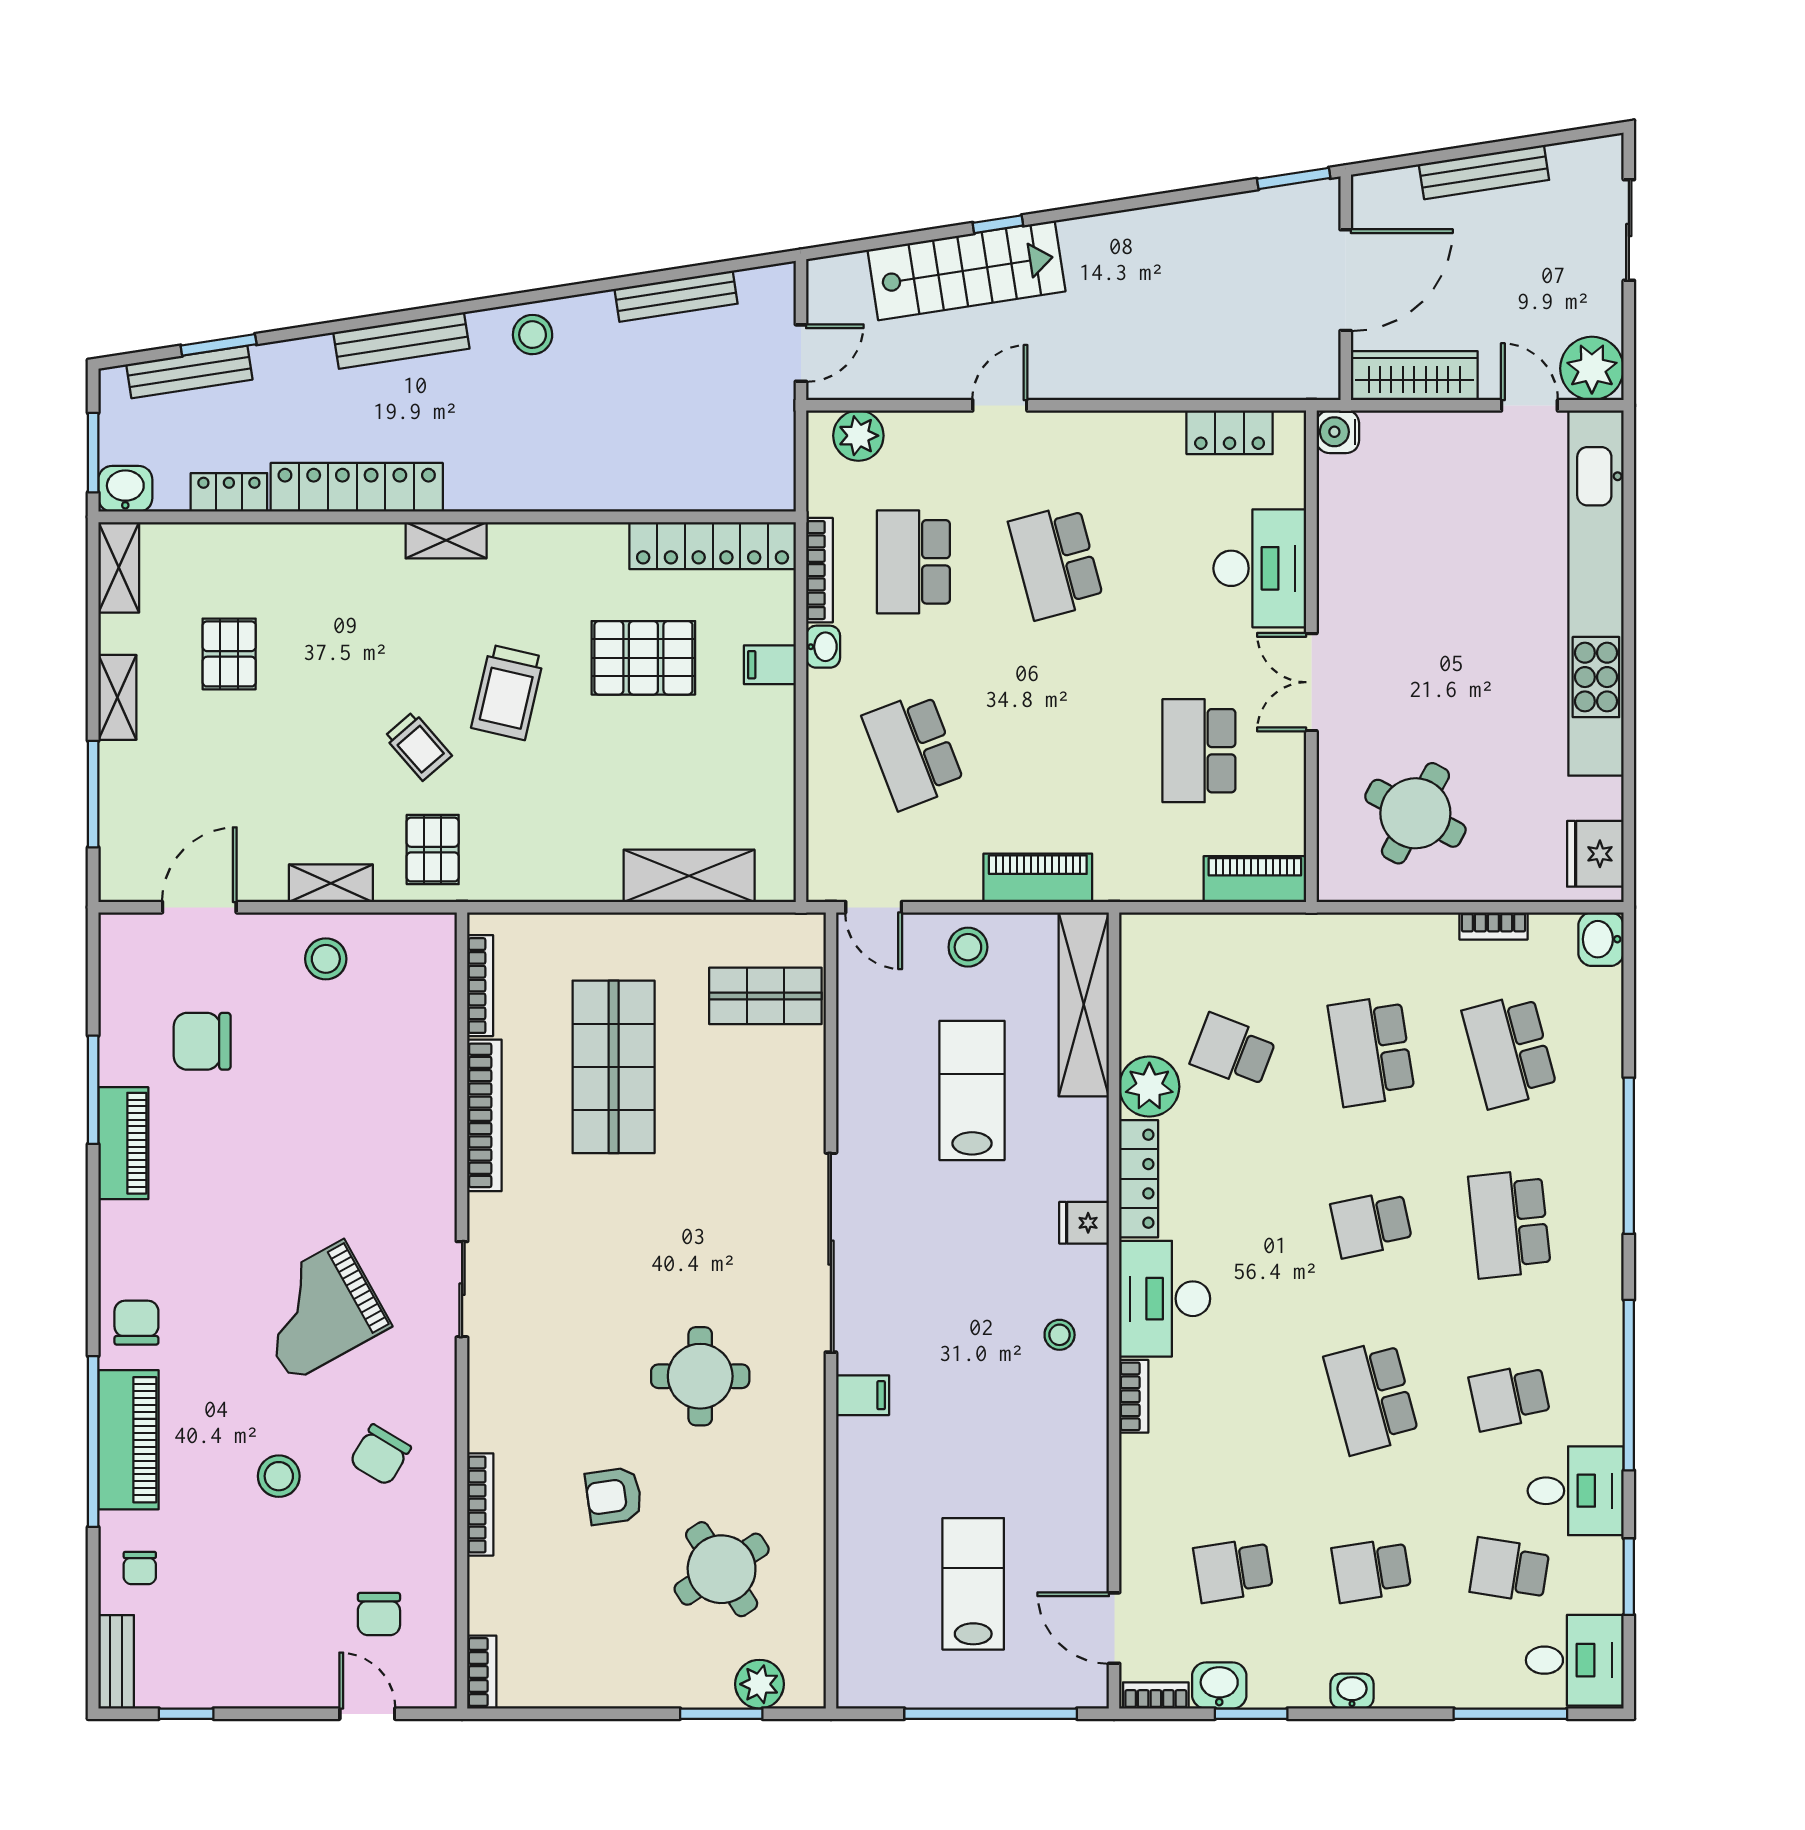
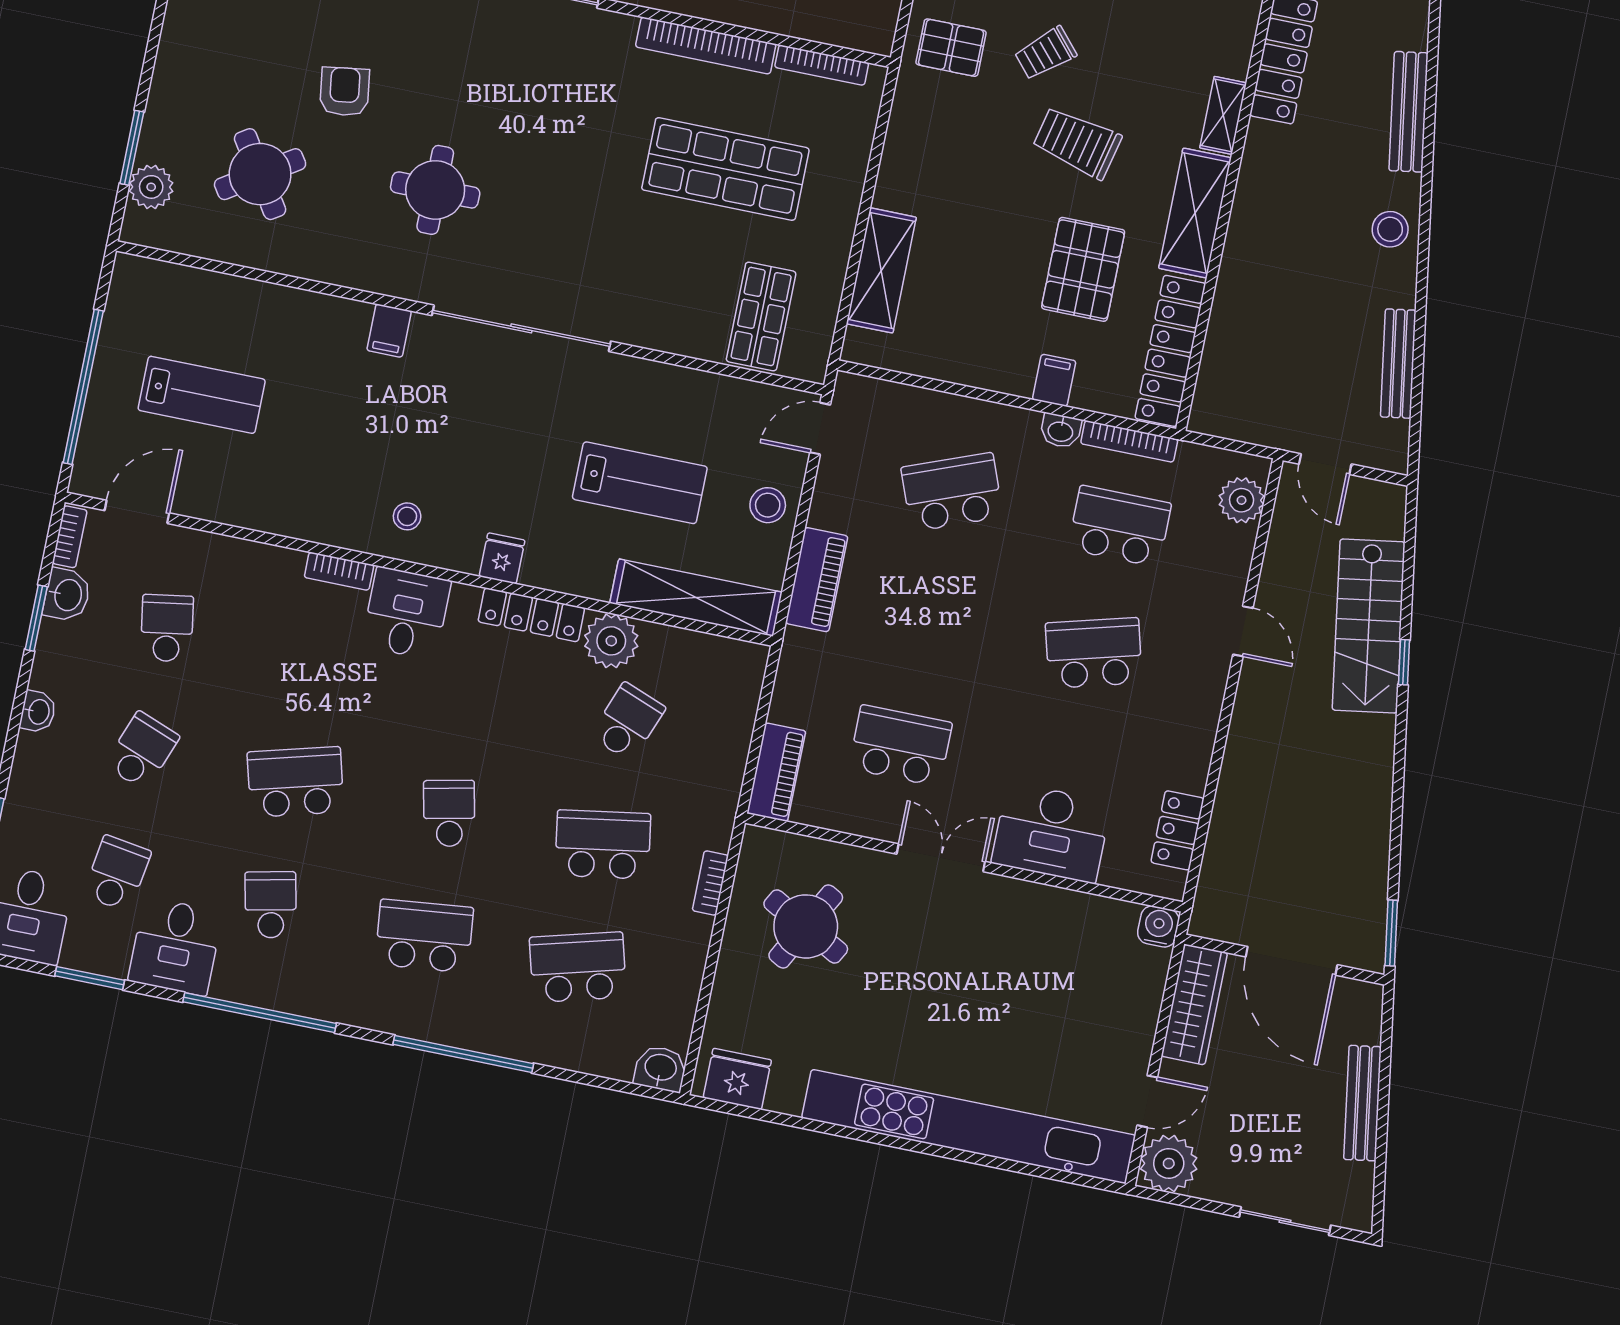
shelving: (558, 549) -> (1195, 213), added
bookcase: (1493, 926) -> (710, 883), moved
desk: (1165, 1299) -> (406, 613), width x0.73
school desk: (1371, 1570) -> (142, 751), turned 30

